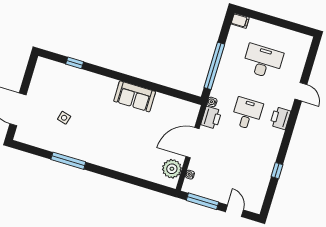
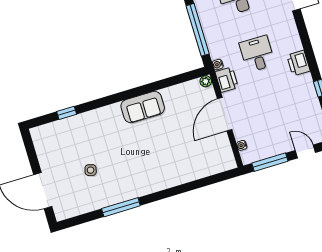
printer: (280, 118) -> (298, 63), moved
plant: (172, 169) -> (206, 81), moved, width x0.53, depth x0.53

